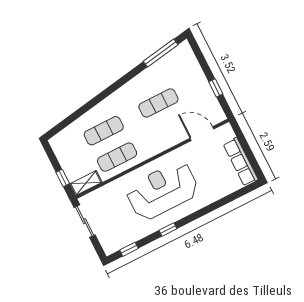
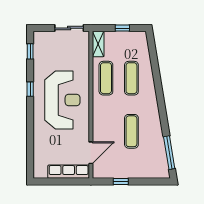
row of seats: (241, 162) -> (69, 172), moved
window: (63, 178) -> (122, 28), moved

